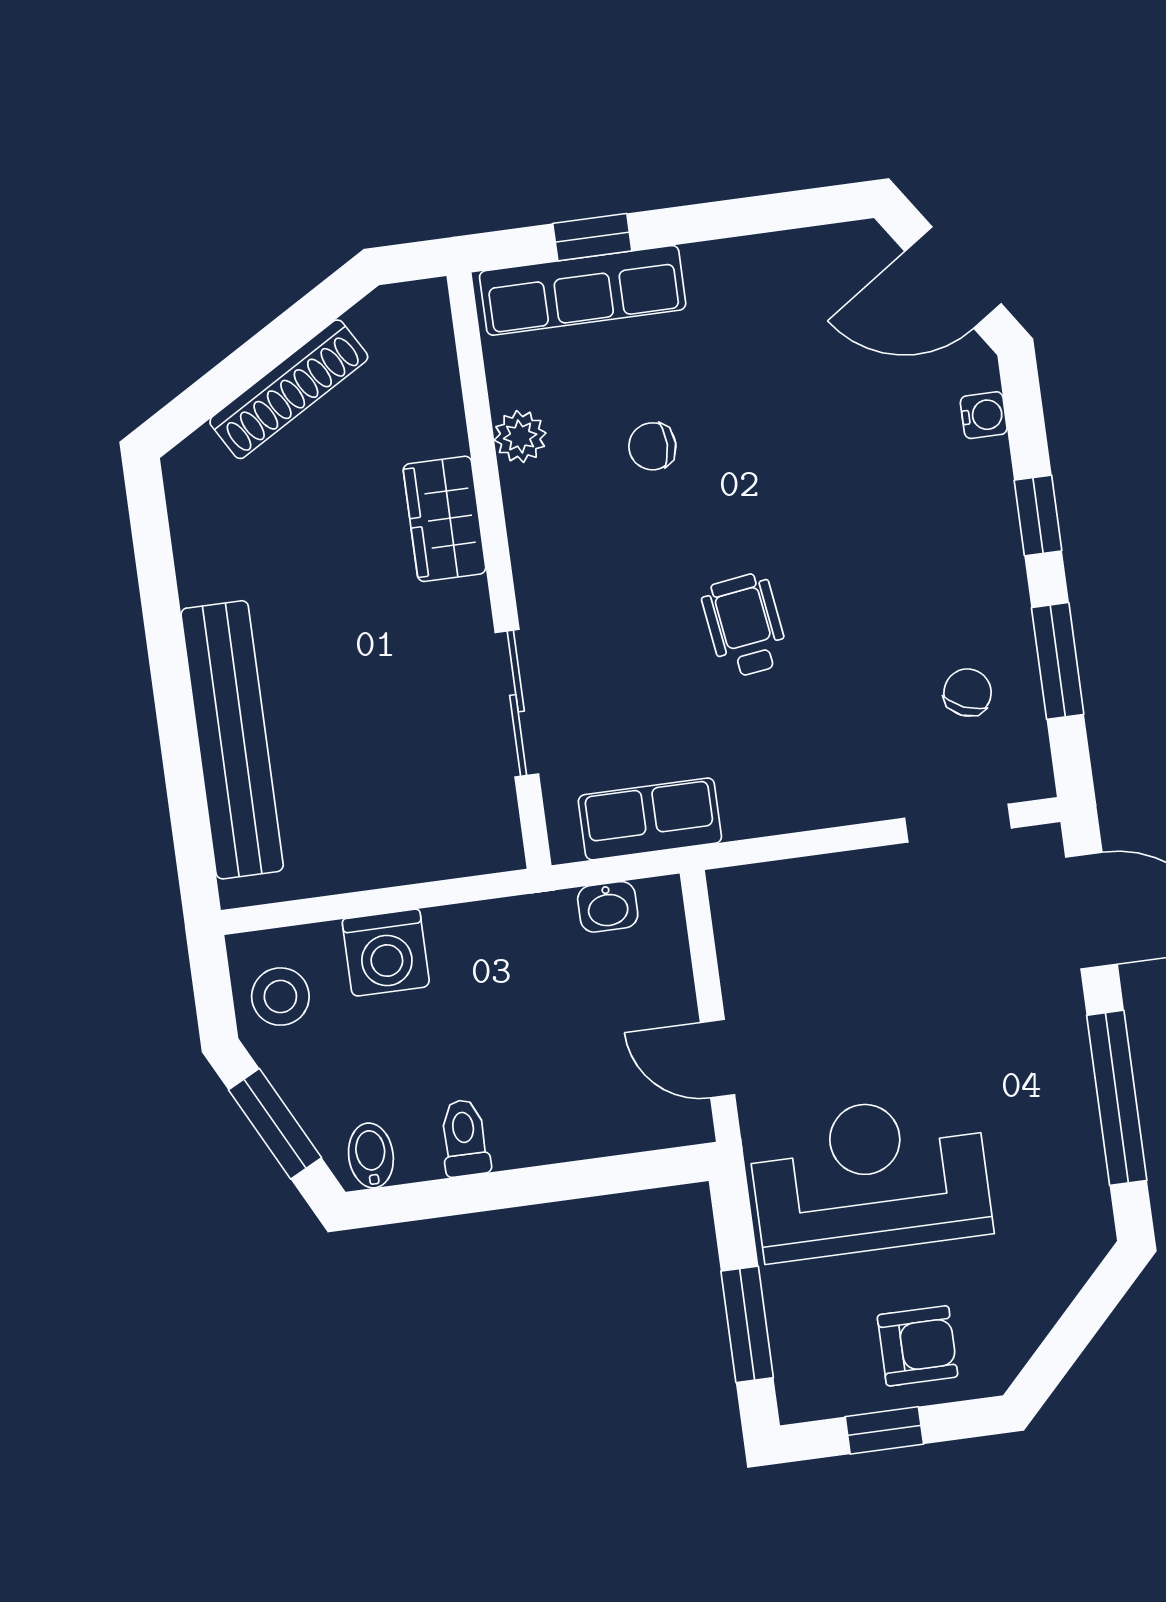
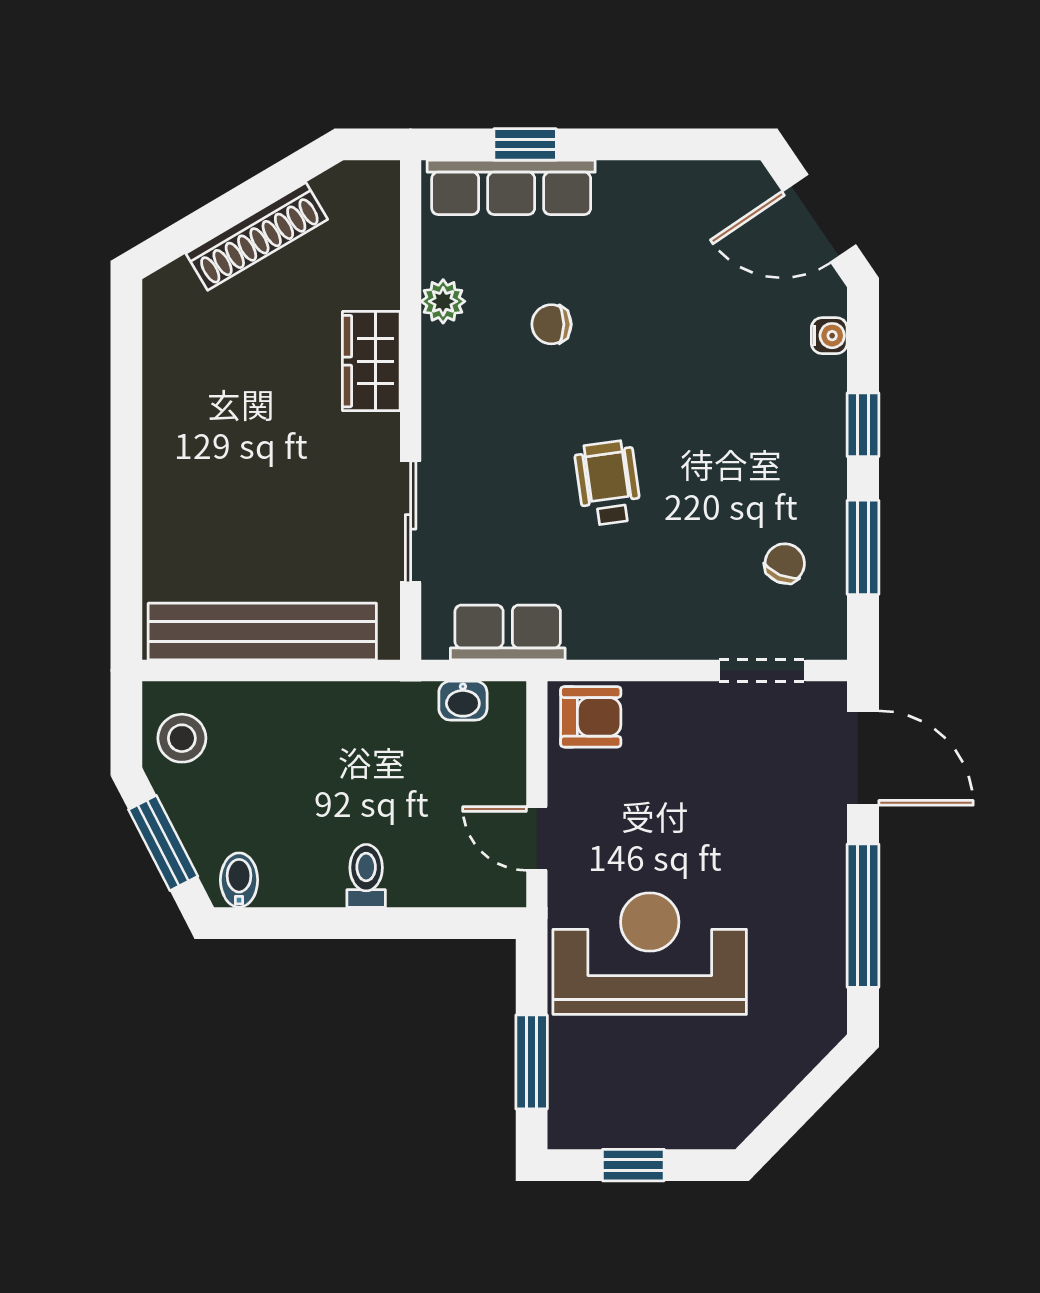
bench: (232, 740) -> (262, 632), moved, turned 90
washing machine: (386, 953) -> (274, 714), removed
toilet: (464, 1138) -> (366, 876), moved
armchair: (918, 1346) -> (591, 717), moved

